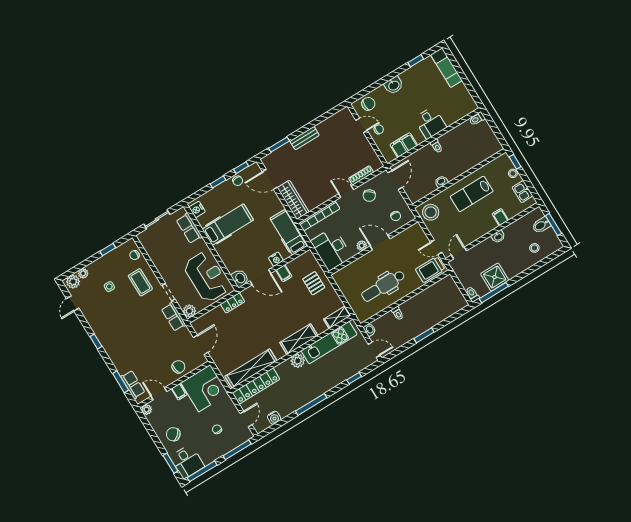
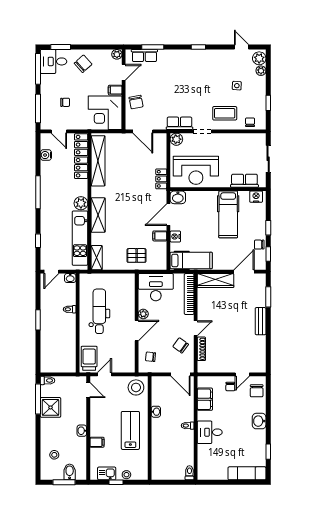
window: (515, 162) -> (116, 482), moved

